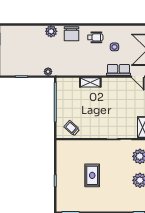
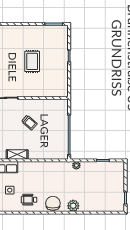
shelving: (90, 82) -> (17, 155), moved
trolley: (72, 128) -> (29, 123), moved

